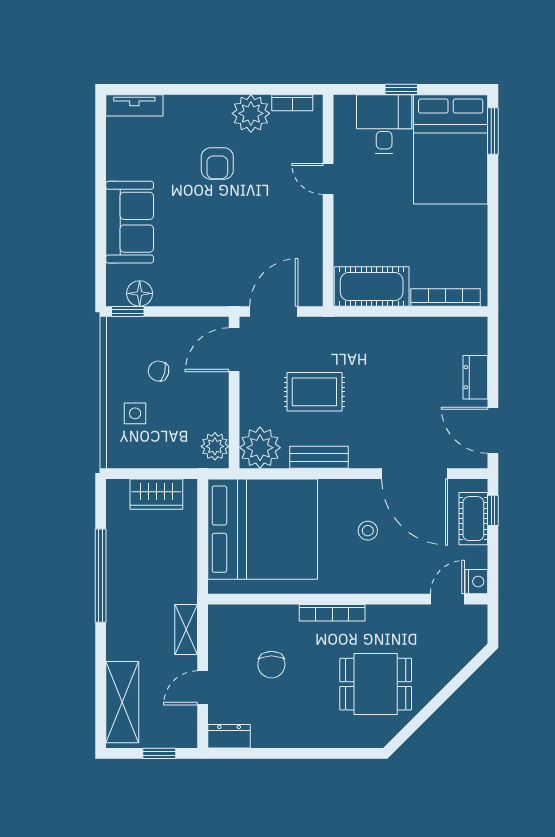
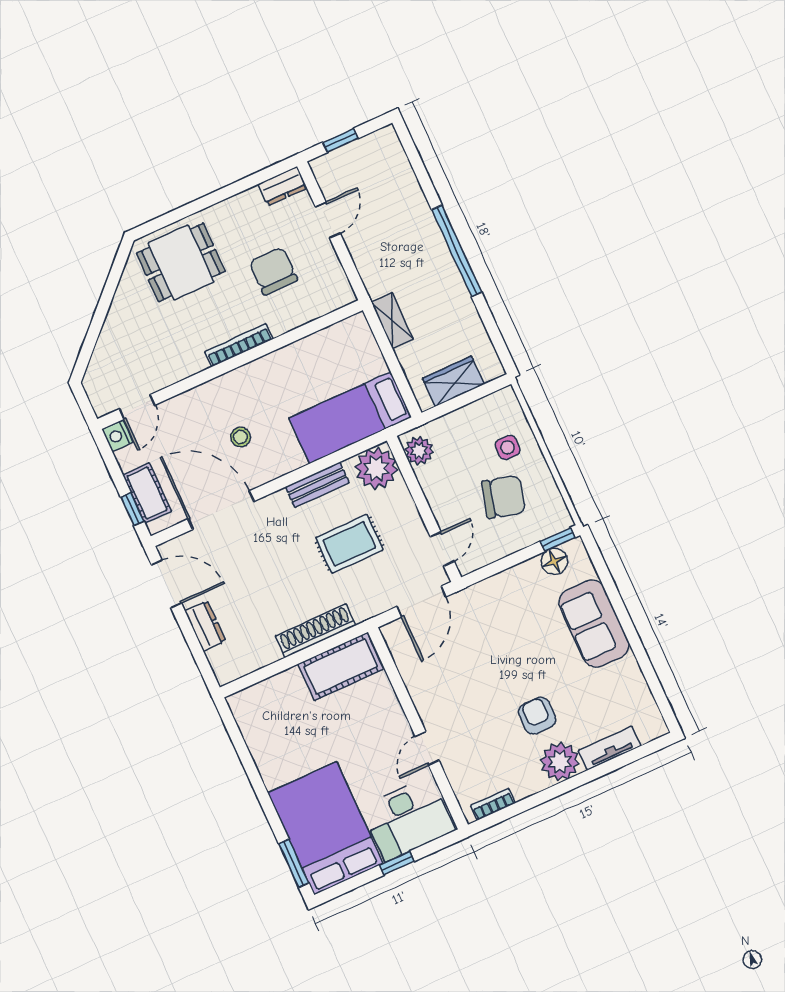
tv unit: (134, 105) -> (610, 748), moved
plant: (251, 113) -> (560, 762), moved
desk: (384, 124) -> (408, 819), width x1.37
door: (328, 179) -> (427, 748), swing flipped
bookcase: (446, 297) -> (267, 688), removed
shoe rack: (379, 328) -> (316, 631), added
door: (234, 350) -> (442, 549), width x0.73
chair: (159, 371) -> (504, 497), width x1.87, depth x1.87
bed: (263, 529) -> (350, 418), width x0.49
window: (101, 576) -> (457, 251), moved
shelving: (186, 630) -> (392, 321), moved
chair: (271, 665) -> (273, 271), width x1.37, depth x1.37
dining table: (376, 684) -> (181, 262), moved
shelving: (122, 702) -> (397, 173), removed

